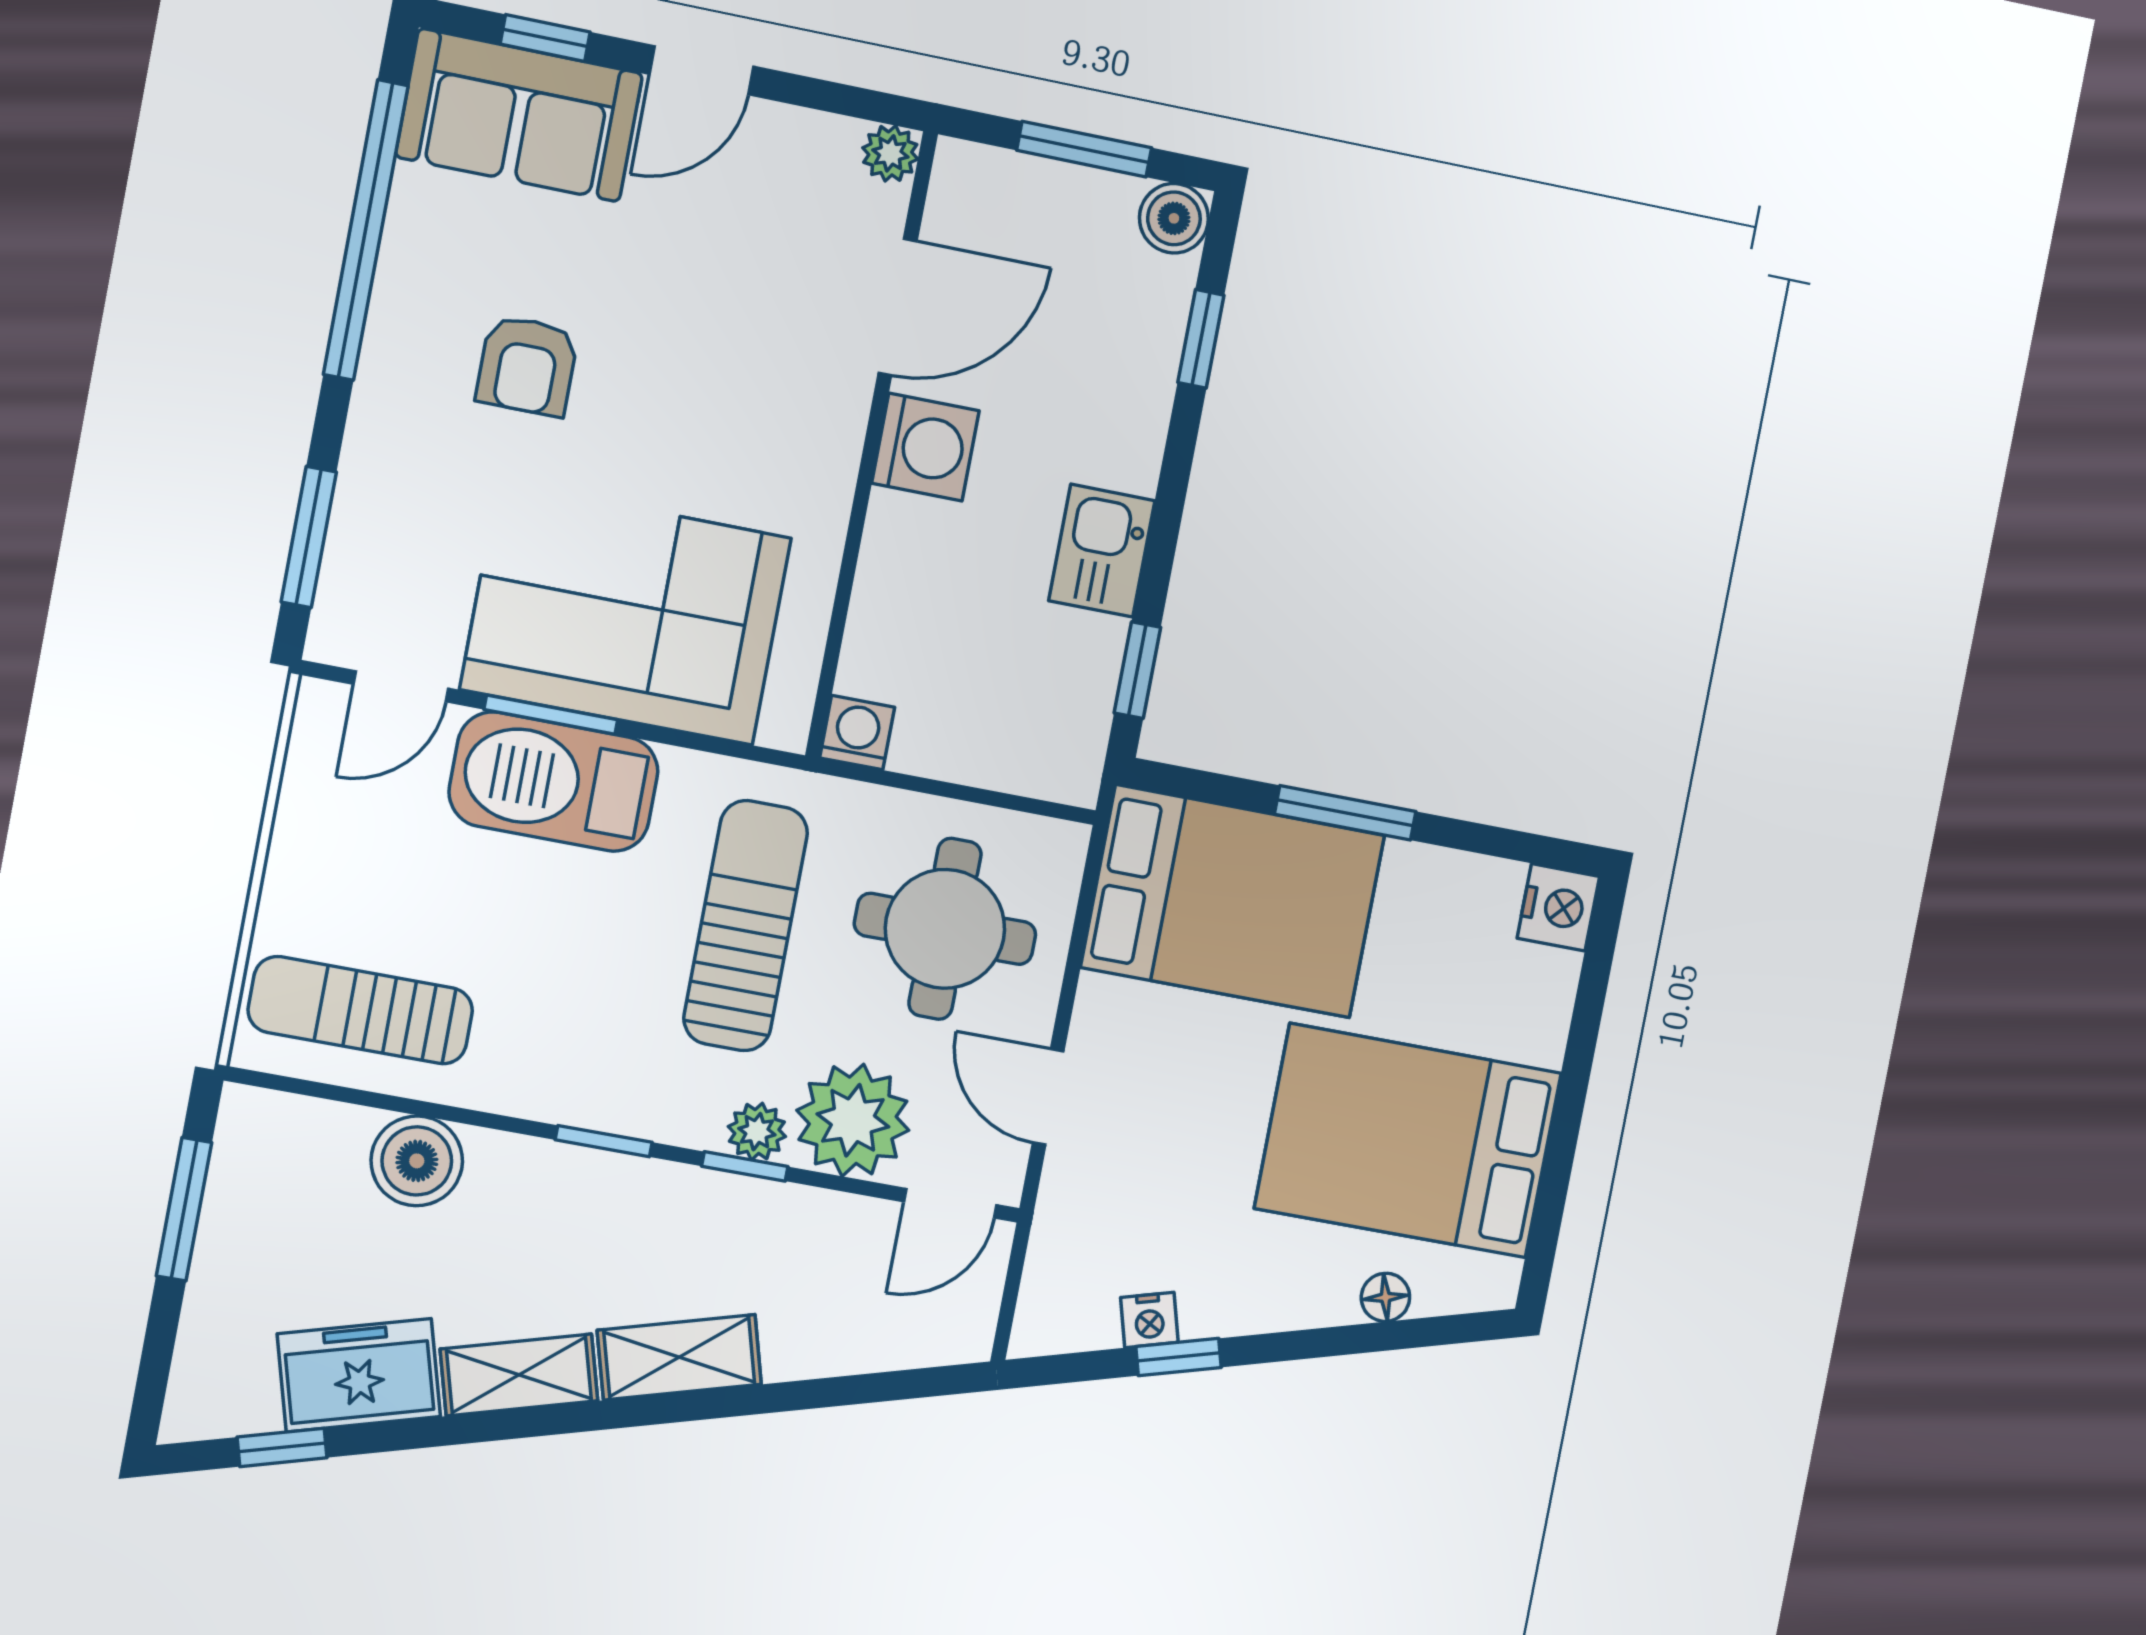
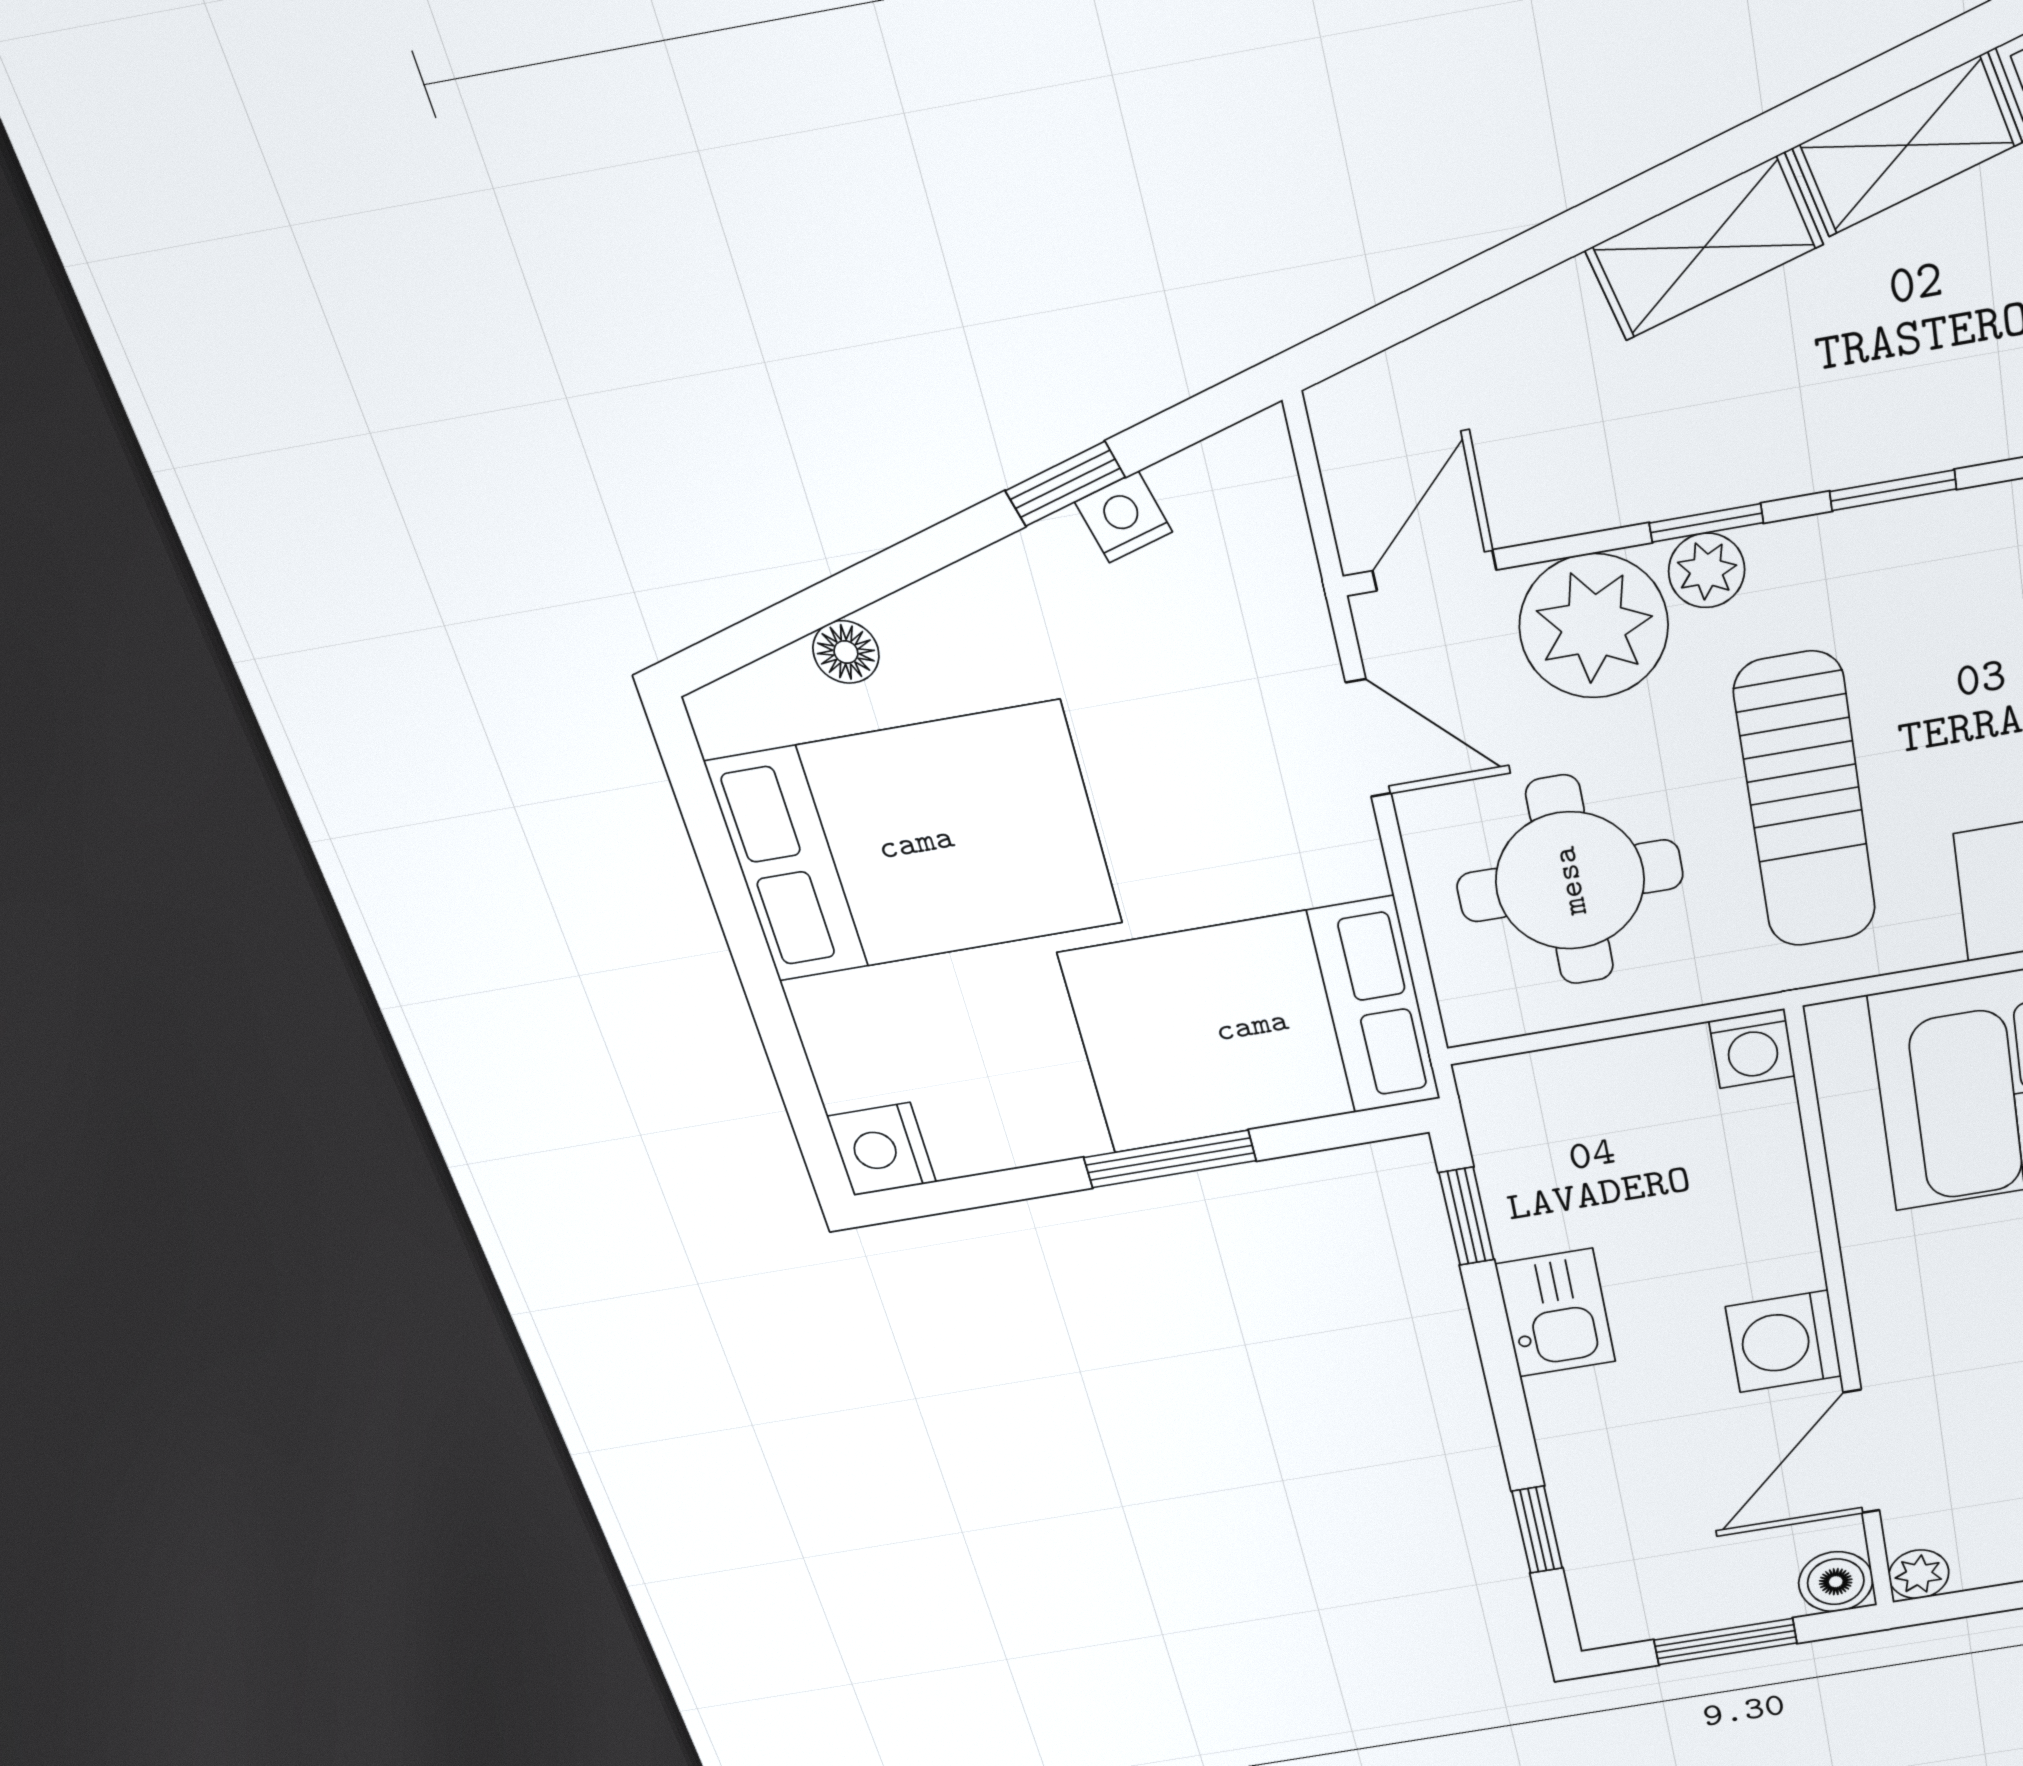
boiler: (1174, 218) -> (1836, 1582), moved

